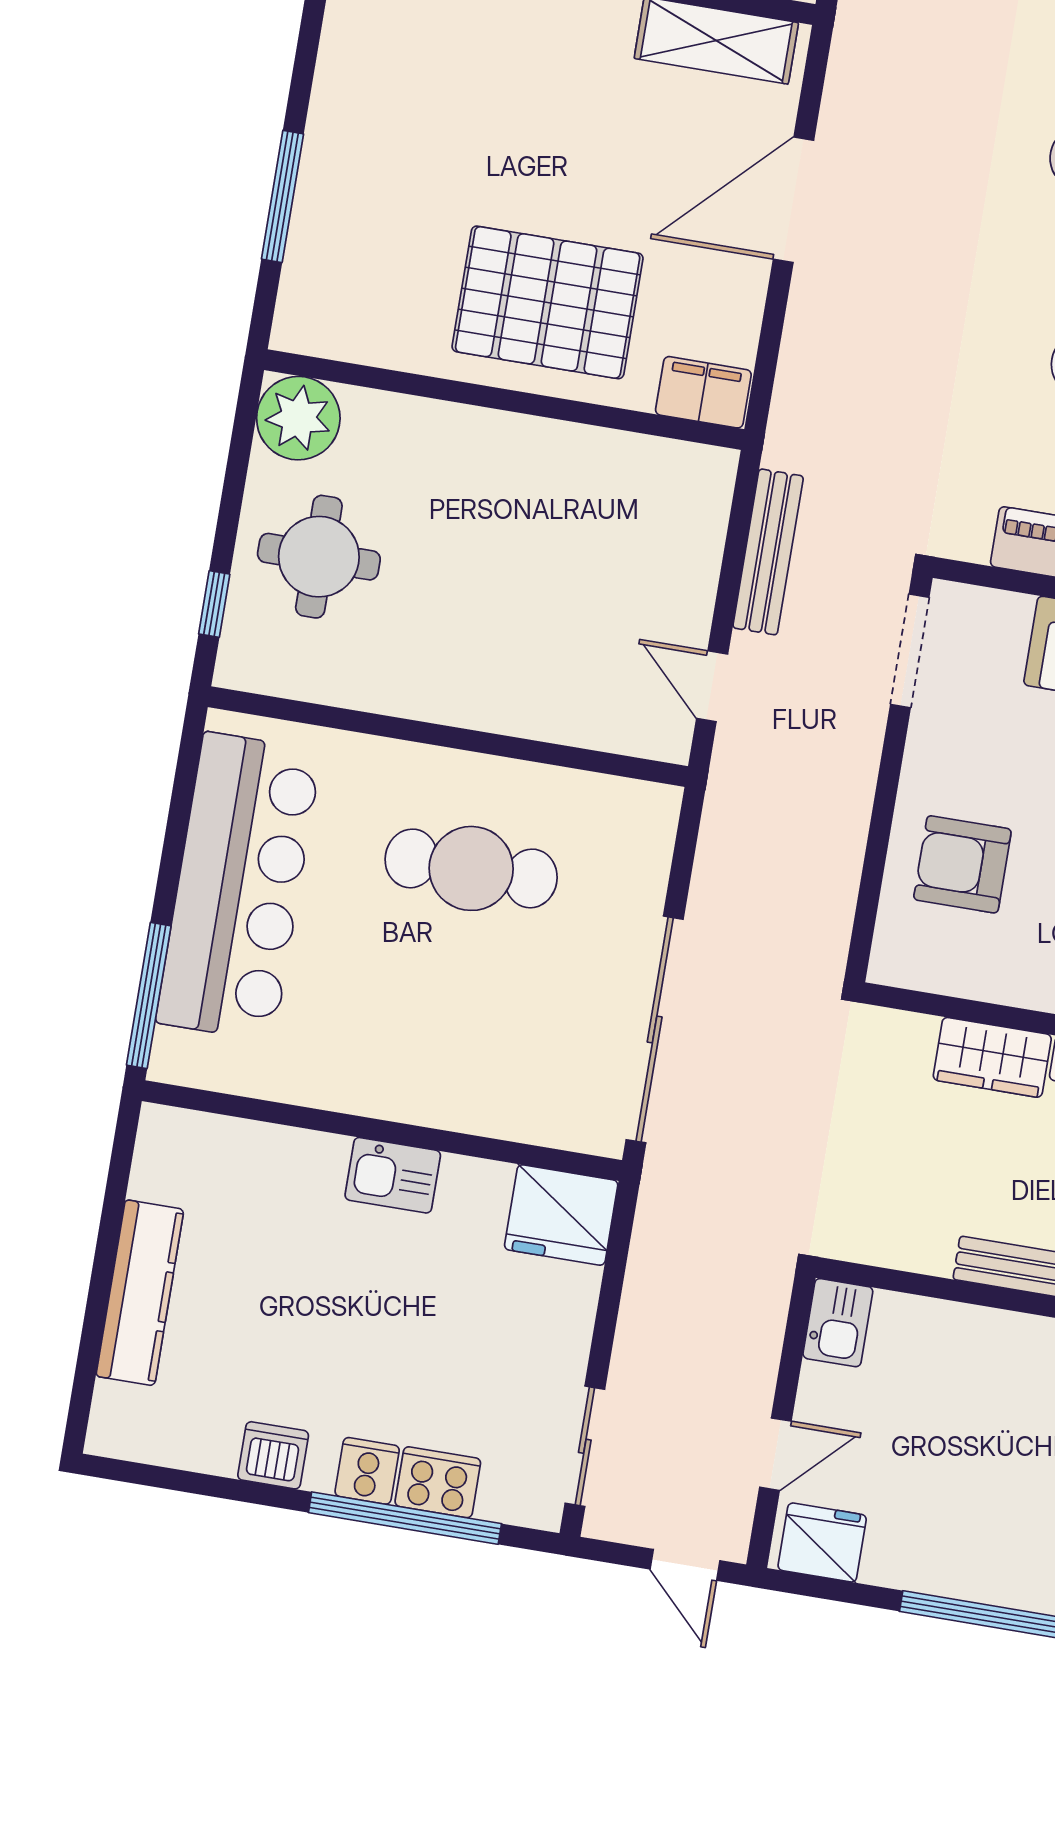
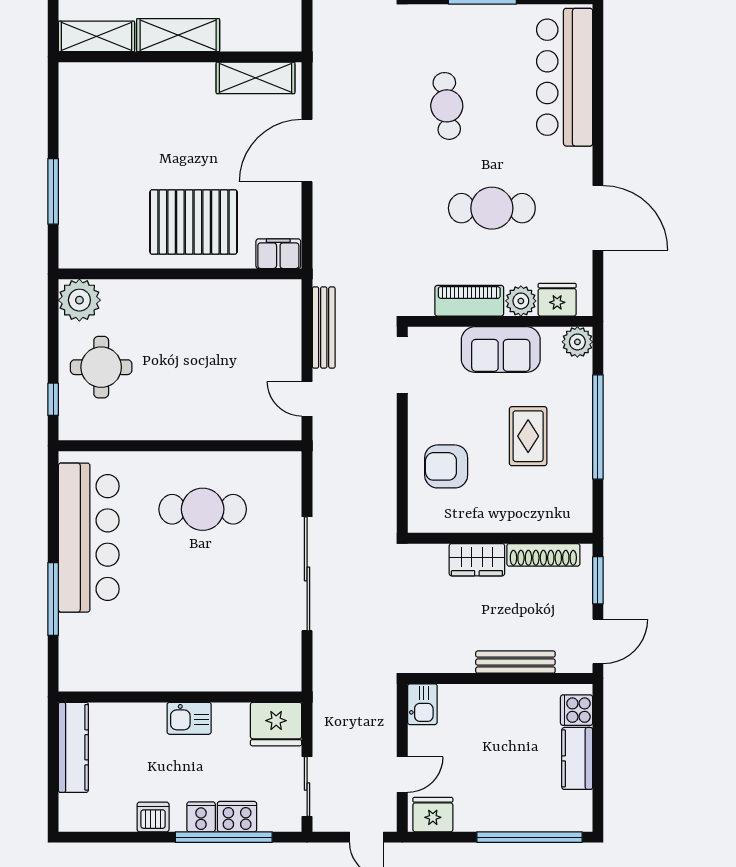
wall: (382, 1131) -> (180, 697), moved
kitchen sink: (393, 1175) -> (189, 718), moved
fridge: (561, 1215) -> (276, 724), moved

